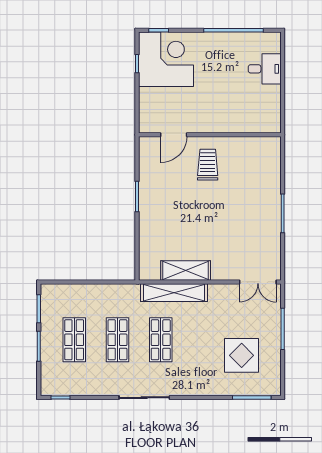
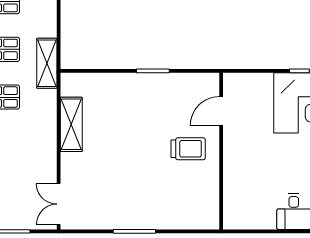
door: (174, 135) -> (221, 111), hinge flipped
shelving: (174, 293) -> (47, 63), moved, width x0.68

